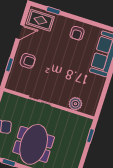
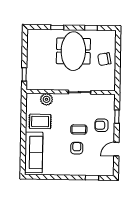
rug: (40, 20) -> (40, 121), moved
armchair: (77, 33) -> (77, 148), moved
coffee table: (52, 63) -> (79, 129), added

